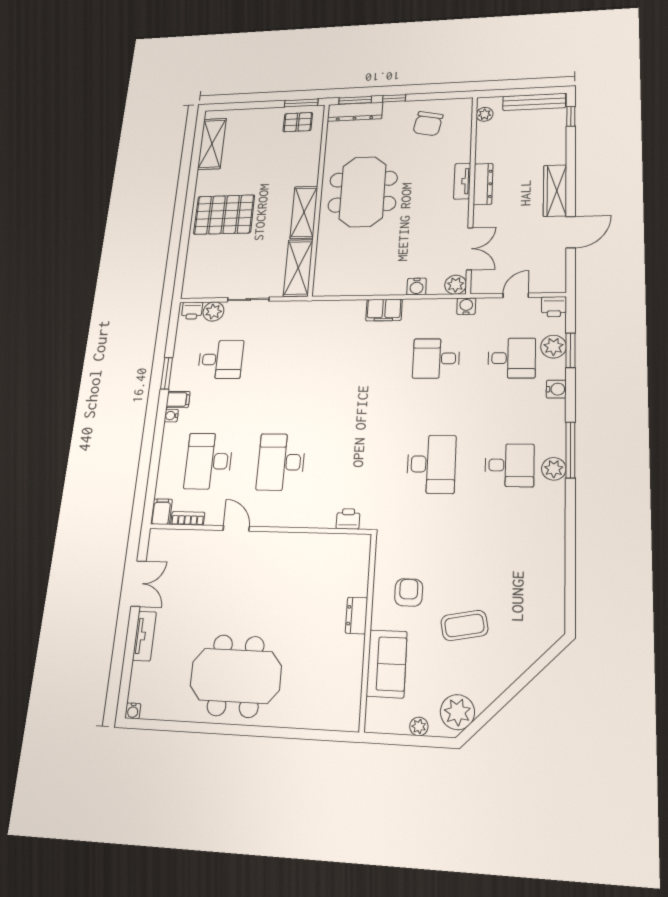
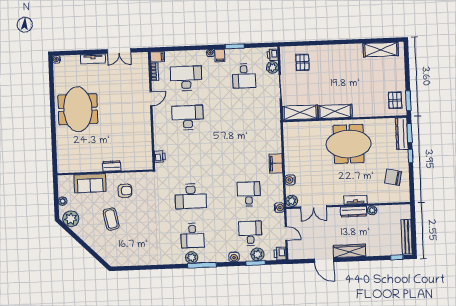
plant: (485, 114) -> (372, 210), moved
pallet: (224, 215) -> (302, 62), moved, width x0.49, depth x0.50
desk: (512, 358) -> (250, 233), turned 180

